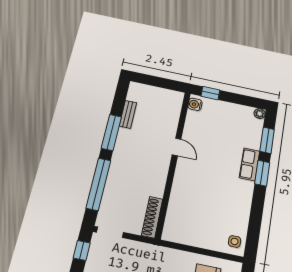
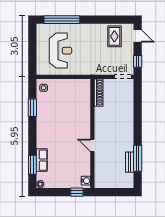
window: (111, 132) -> (138, 158), moved
row of seats: (249, 164) -> (42, 160), moved
window: (262, 173) -> (32, 108), moved
window: (98, 184) -> (138, 107), removed

